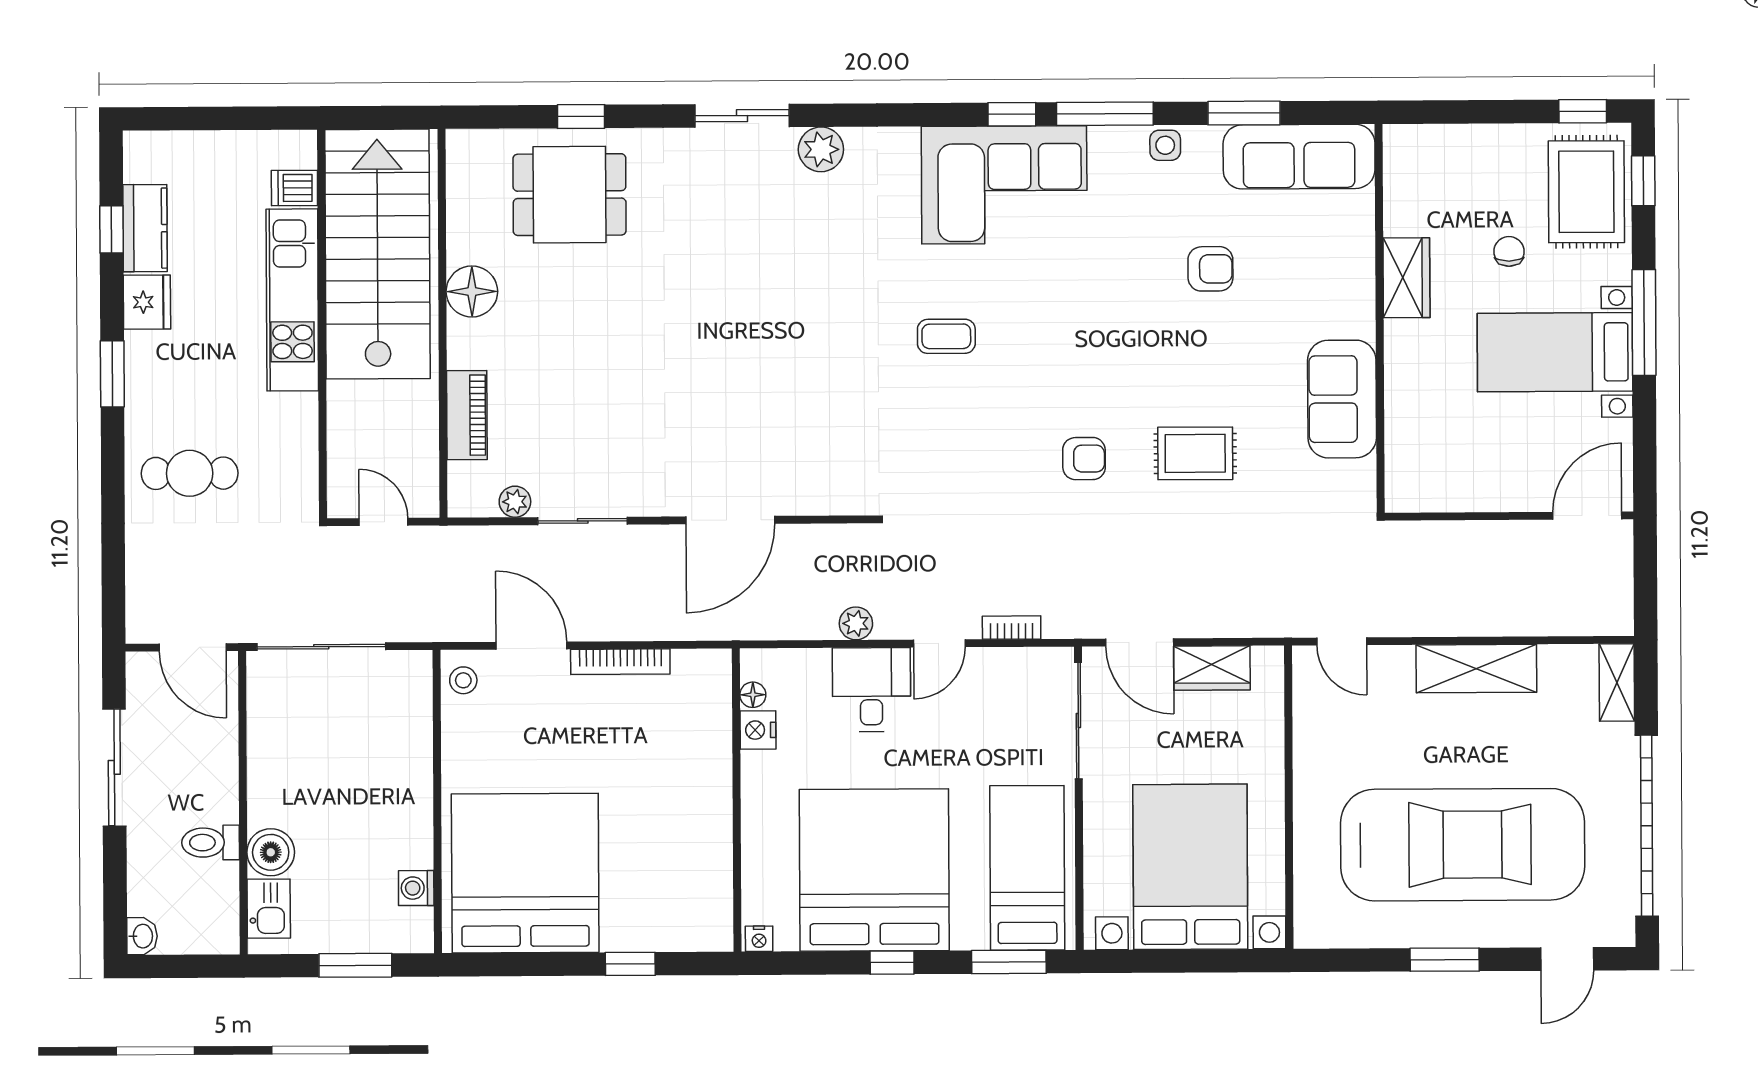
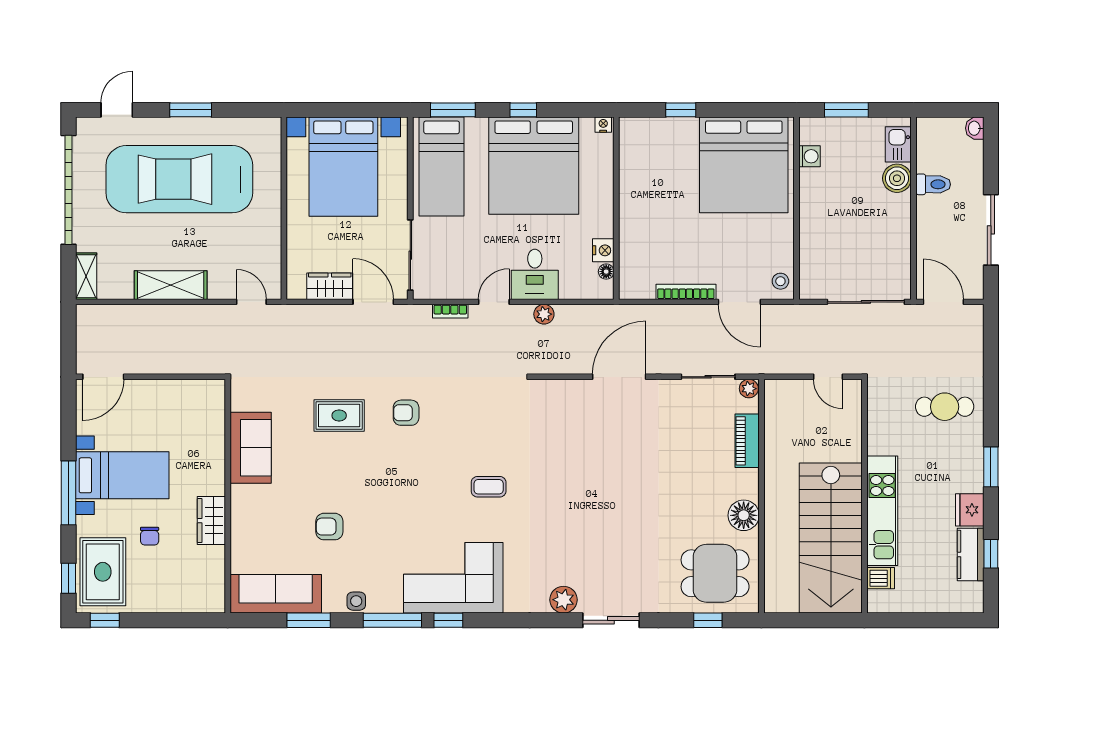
floor lamp: (472, 291) -> (744, 515), moved
wall: (443, 323) -> (761, 496), moved
piano: (467, 415) -> (747, 441), moved

